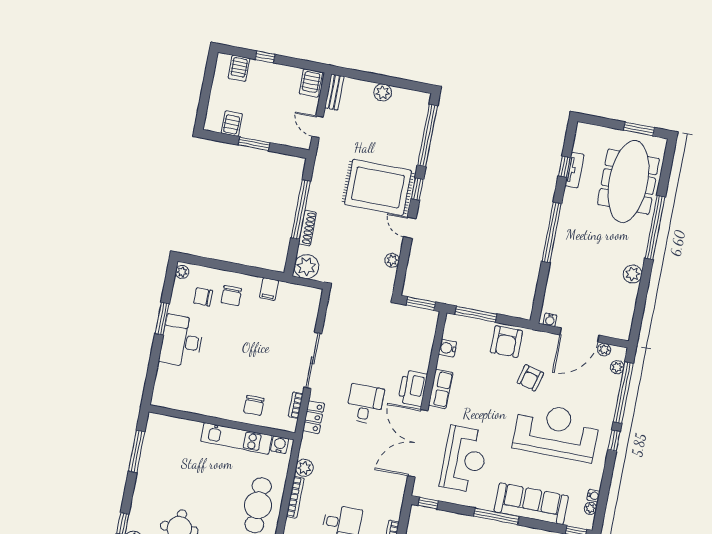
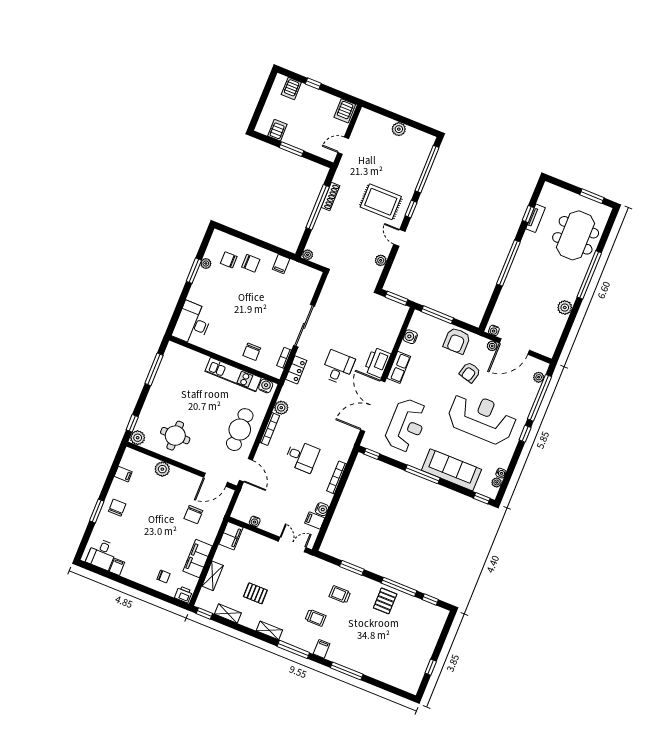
bench: (334, 92) -> (361, 121), removed
door: (318, 127) -> (343, 146), hinge flipped
meeting table: (628, 182) -> (576, 235), width x0.73
rug: (378, 187) -> (381, 202), width x0.73, depth x0.69
shoe rack: (307, 228) -> (331, 196), moved
plant: (306, 267) -> (308, 255), width x0.53, depth x0.53
plant: (182, 272) -> (206, 264), moved
chair: (231, 296) -> (251, 263), turned -90
desk: (182, 341) -> (192, 323), moved
plant: (604, 350) -> (492, 346), moved

